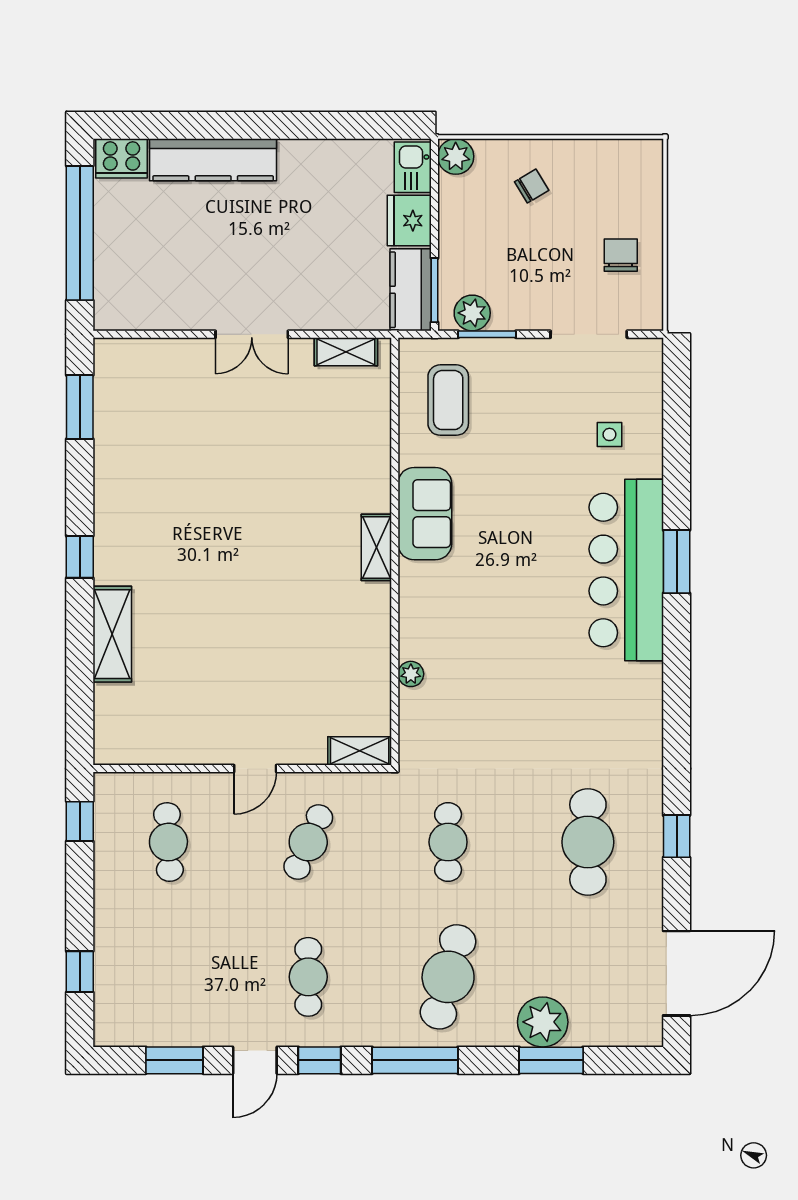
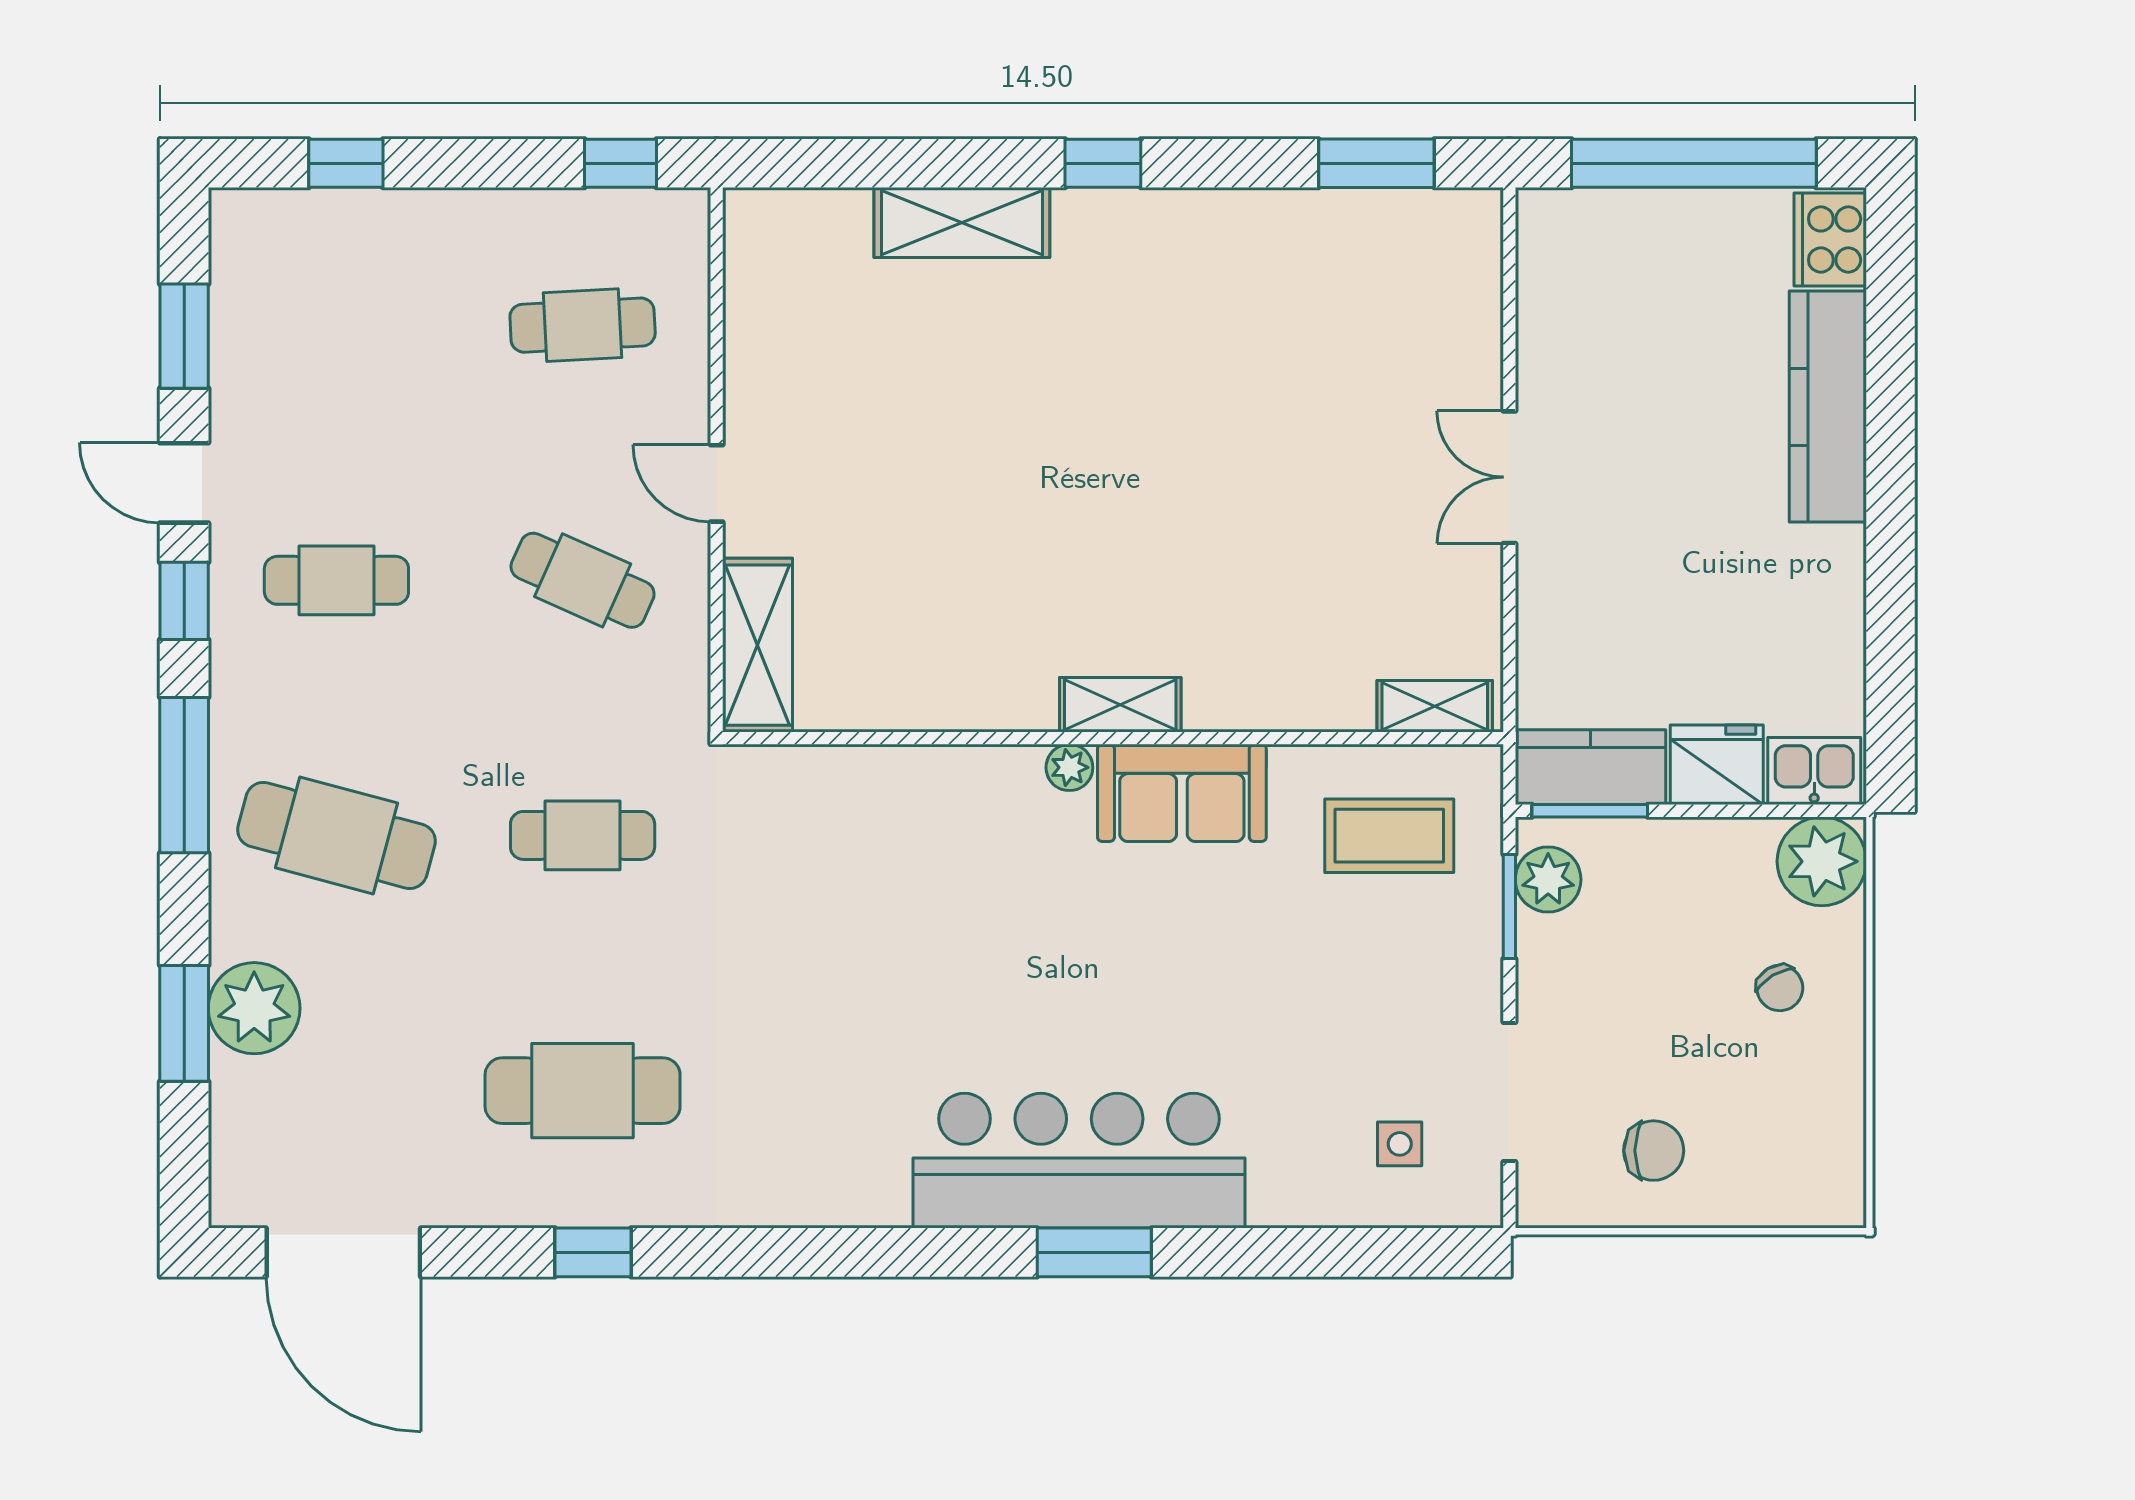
plant: (456, 156) -> (1822, 861), width x1.36, depth x1.36
shelving: (346, 352) -> (1435, 706), moved, turned 90
side table: (609, 434) -> (1400, 1144), moved
plant: (411, 674) -> (1069, 767), moved
shelving: (360, 751) -> (757, 645), width x1.50, depth x1.33

